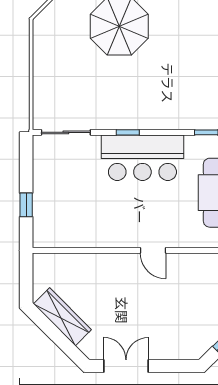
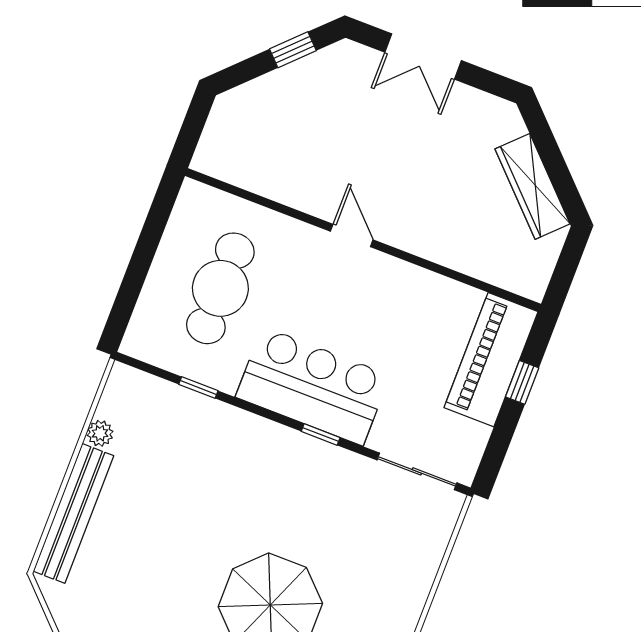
piano: (48, 211) -> (491, 360), added
double door: (126, 366) -> (423, 56), moved

